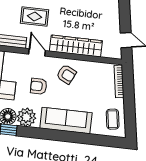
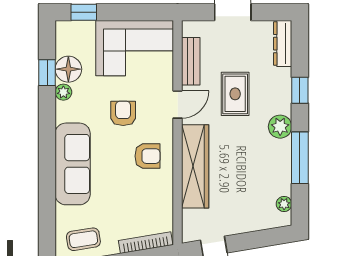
armchair: (66, 74) -> (147, 156), turned -116
plant: (26, 117) -> (63, 92), width x0.53, depth x0.53

